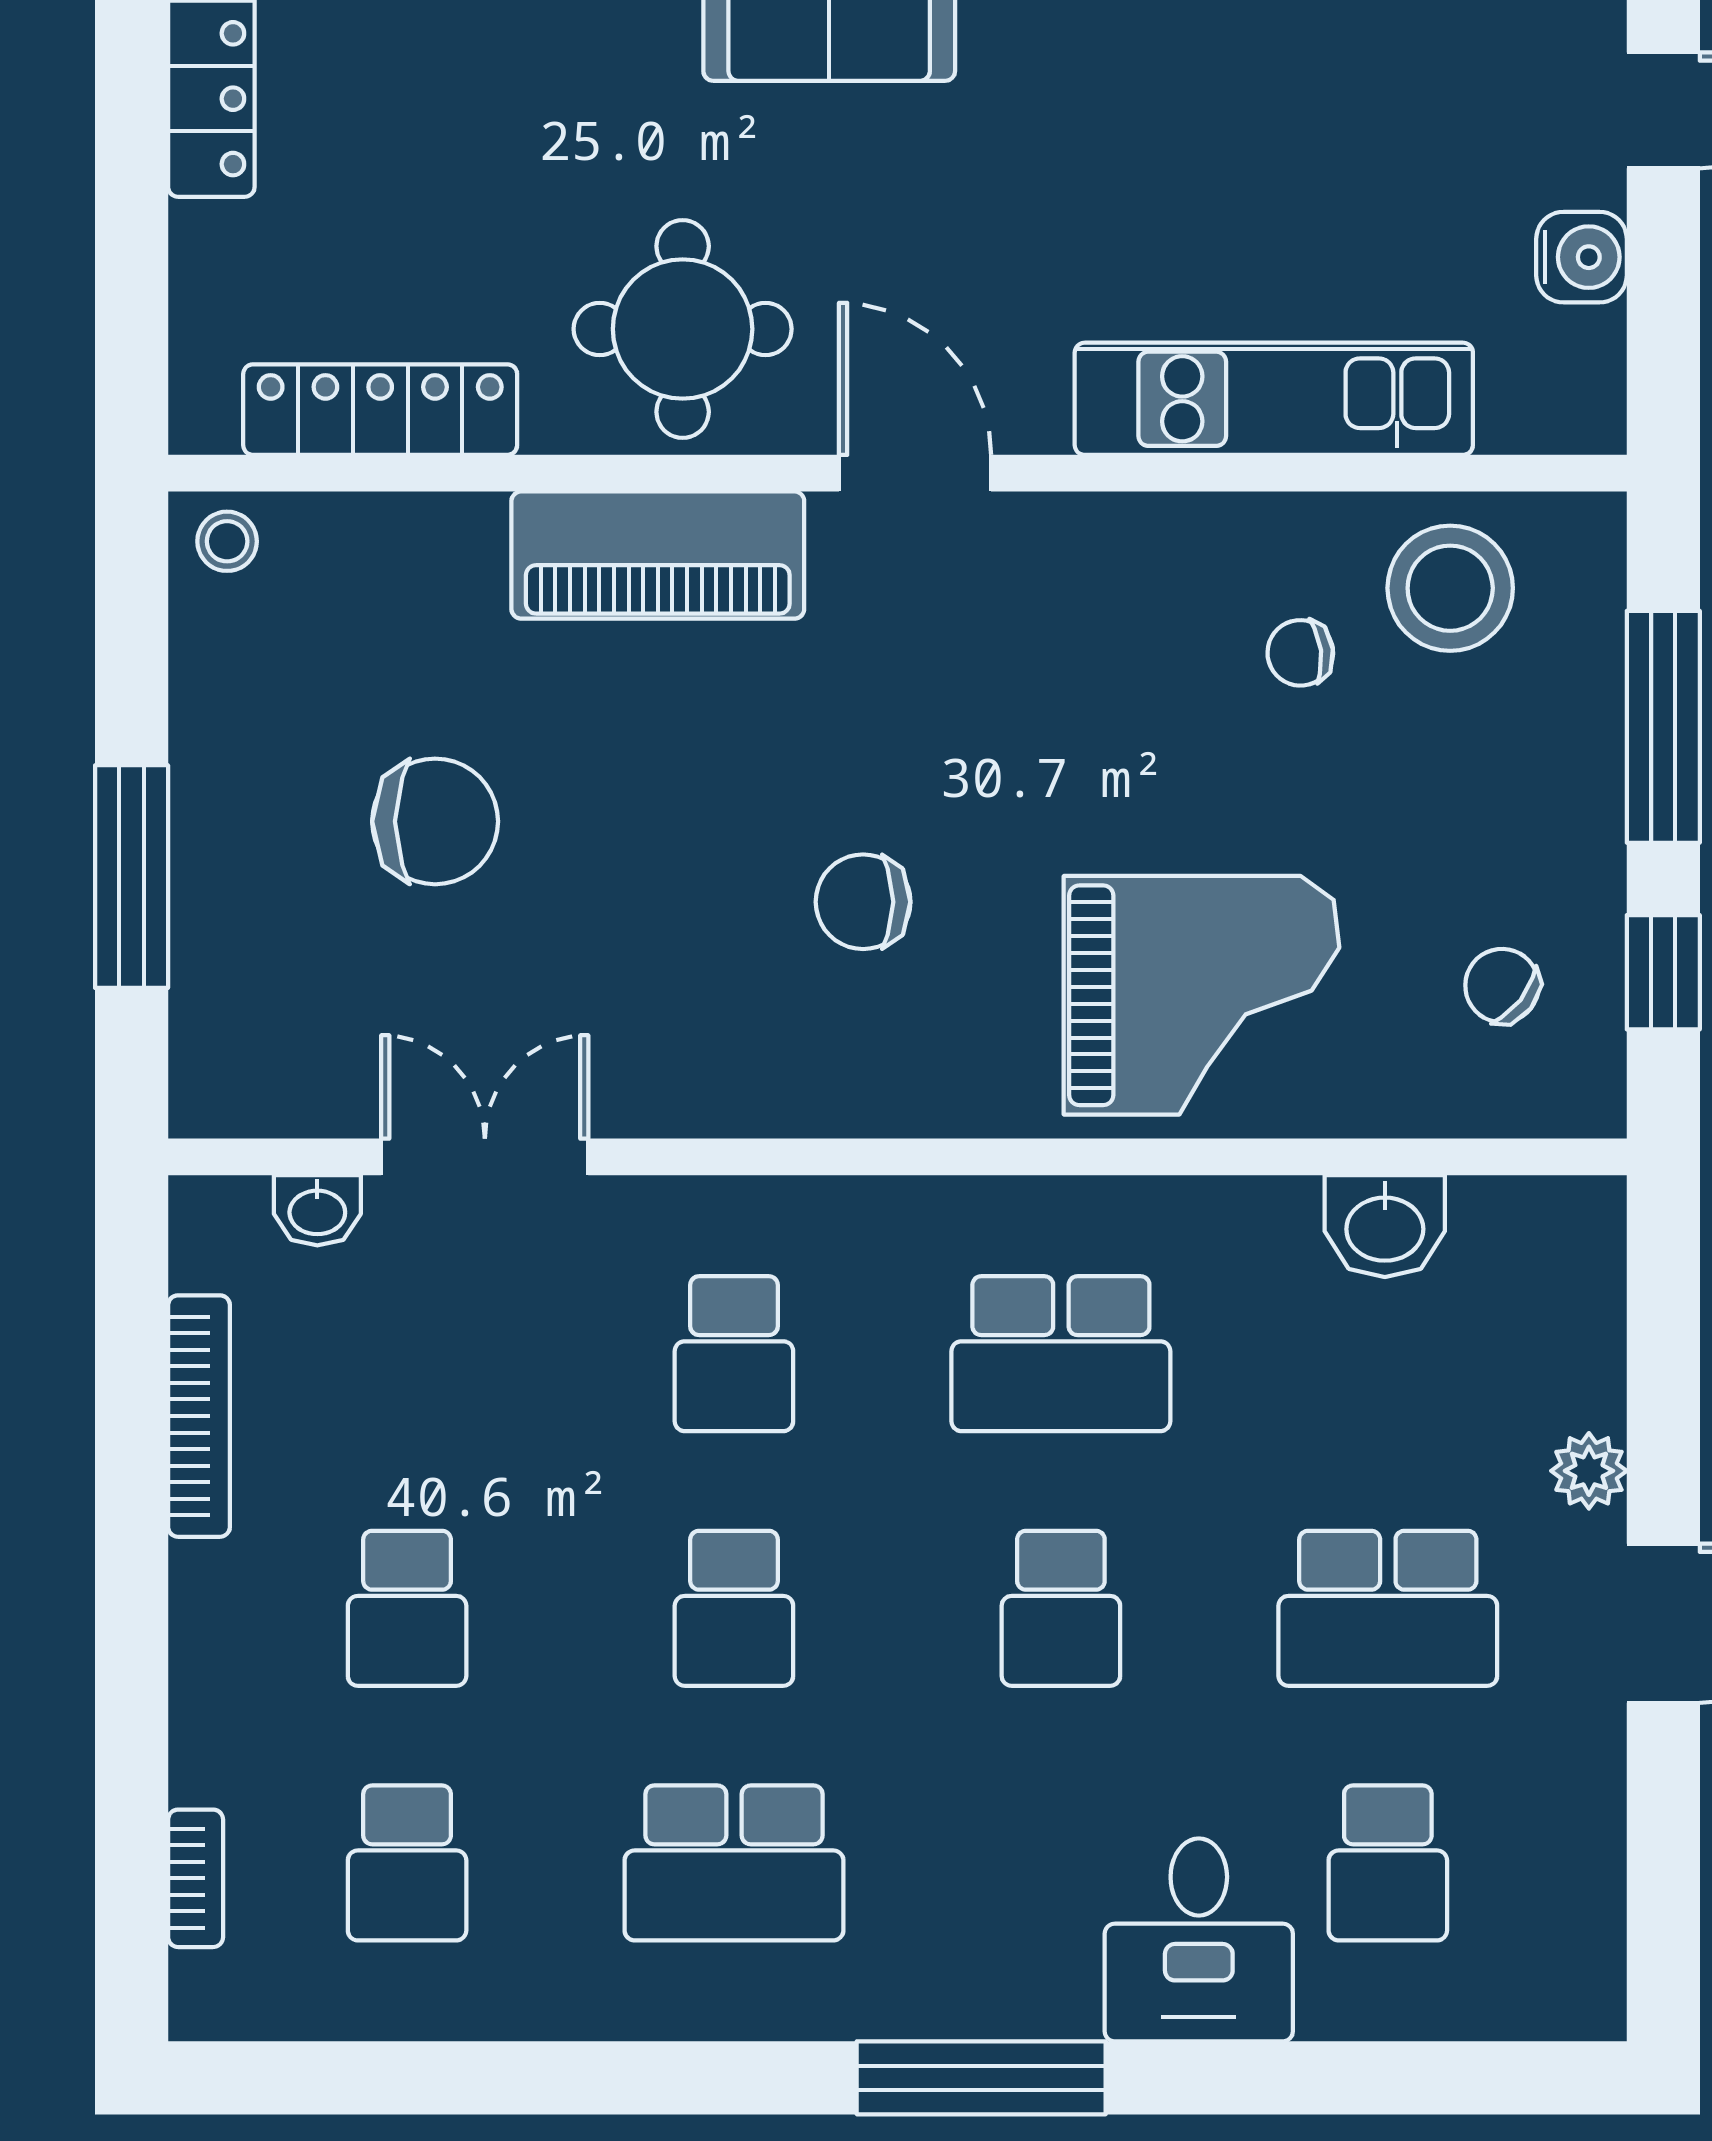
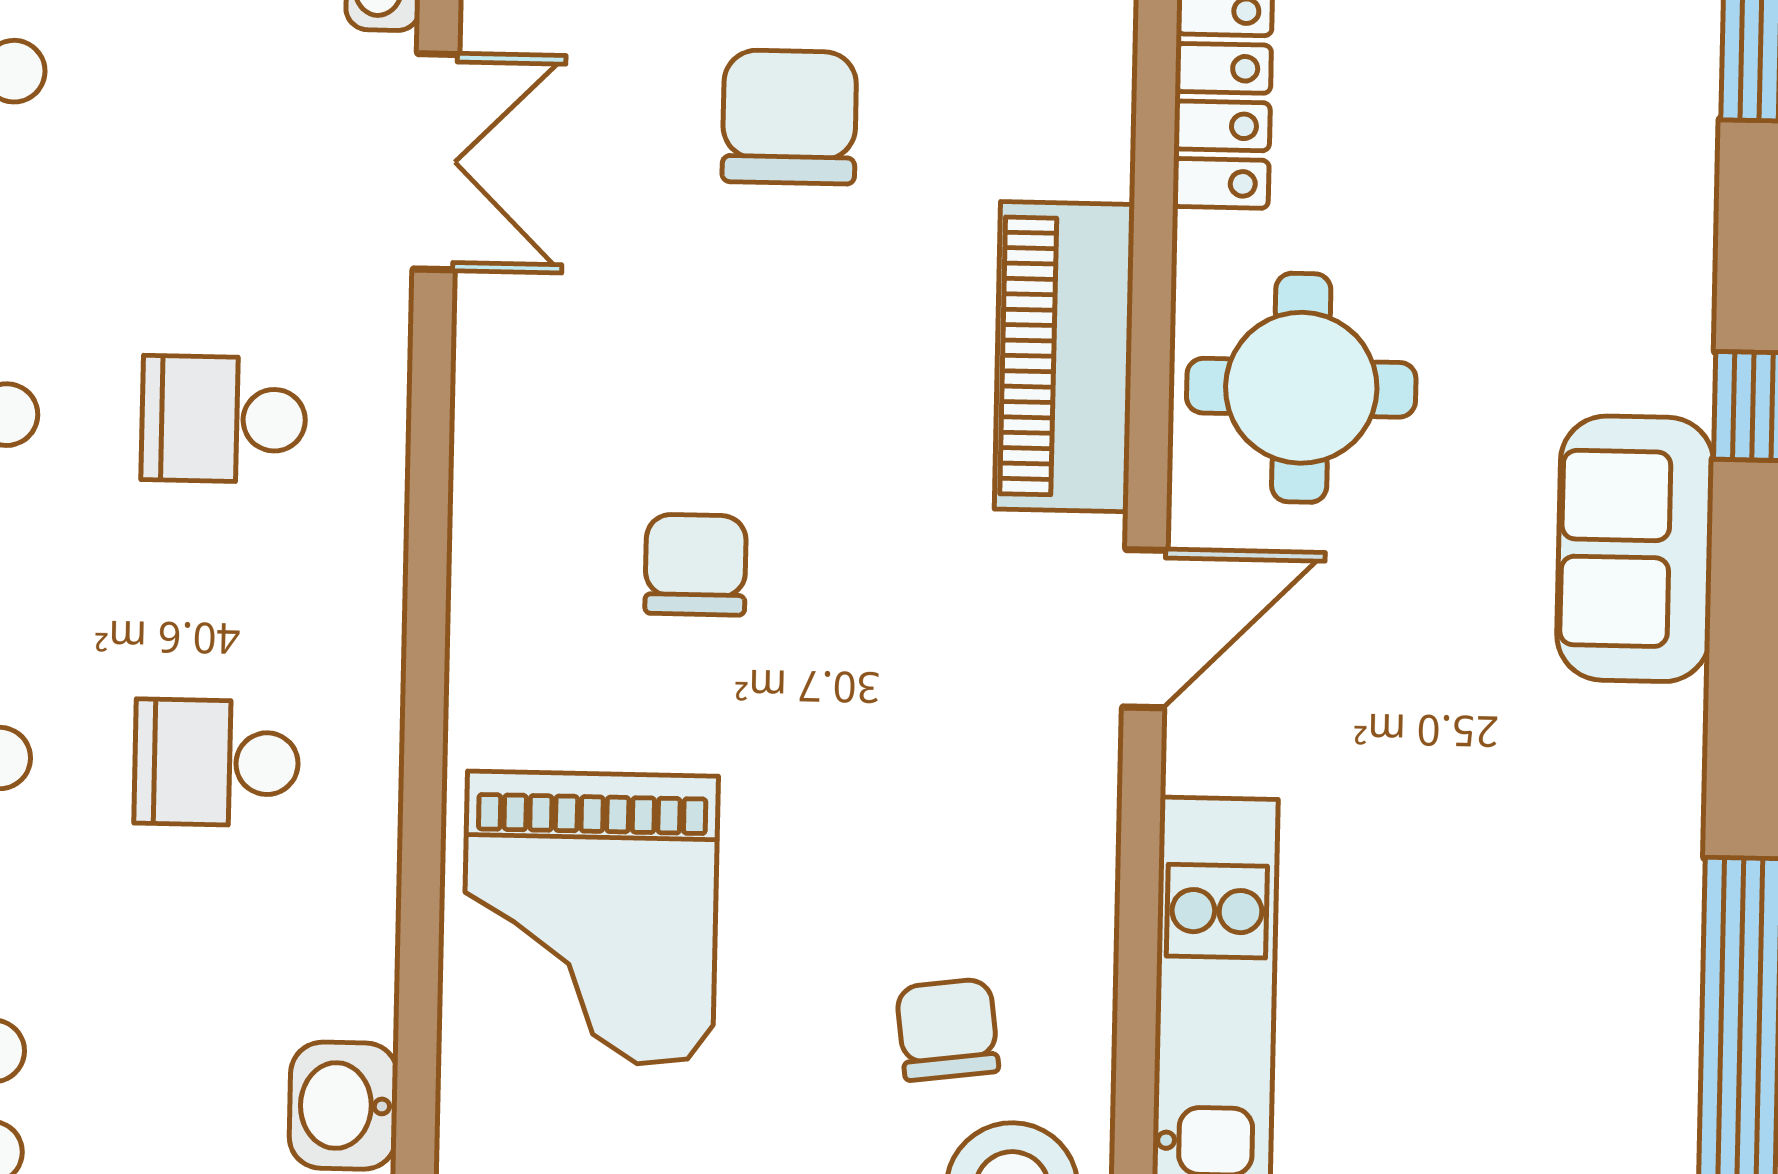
chair: (1300, 653) -> (947, 1029), width x1.37, depth x1.37
chair: (435, 821) -> (789, 117), turned 180
school desk: (1061, 1354) -> (217, 763), width x0.54

